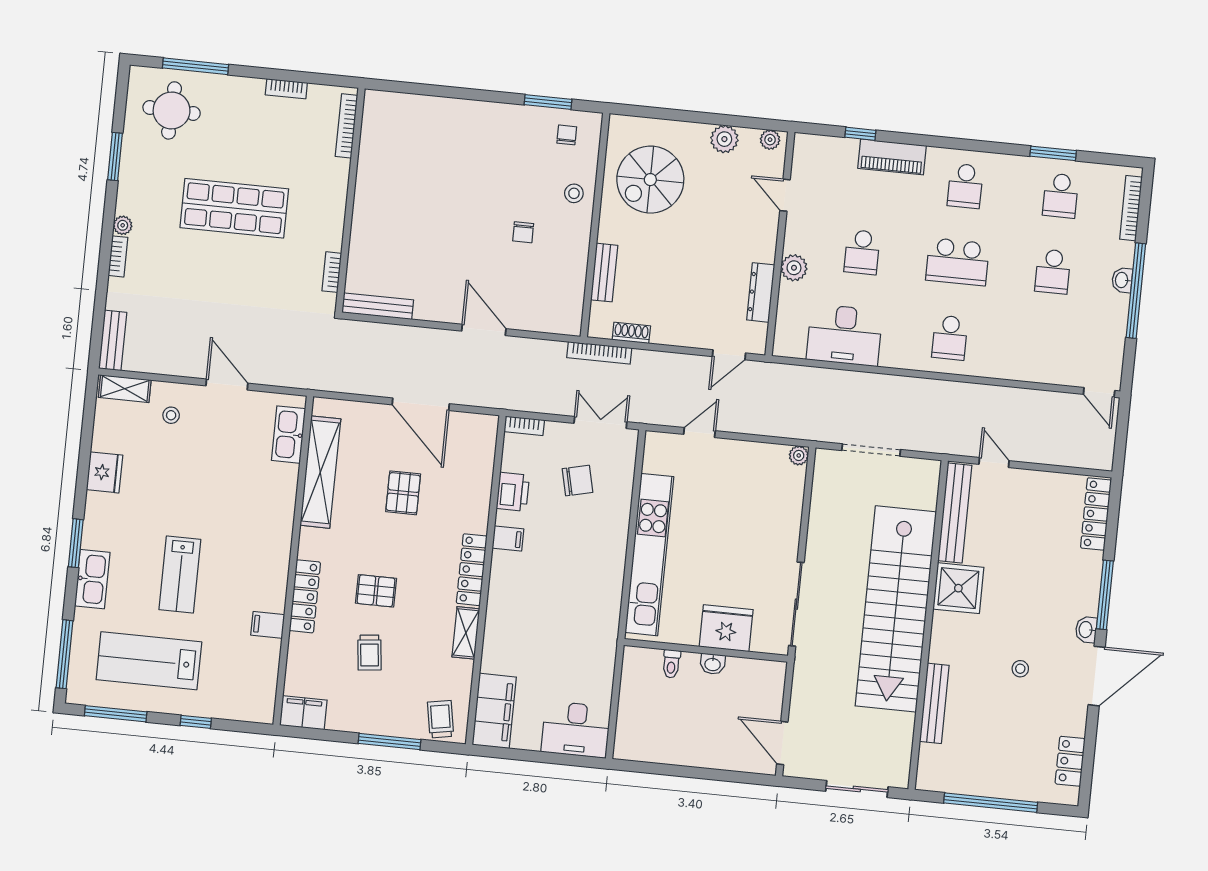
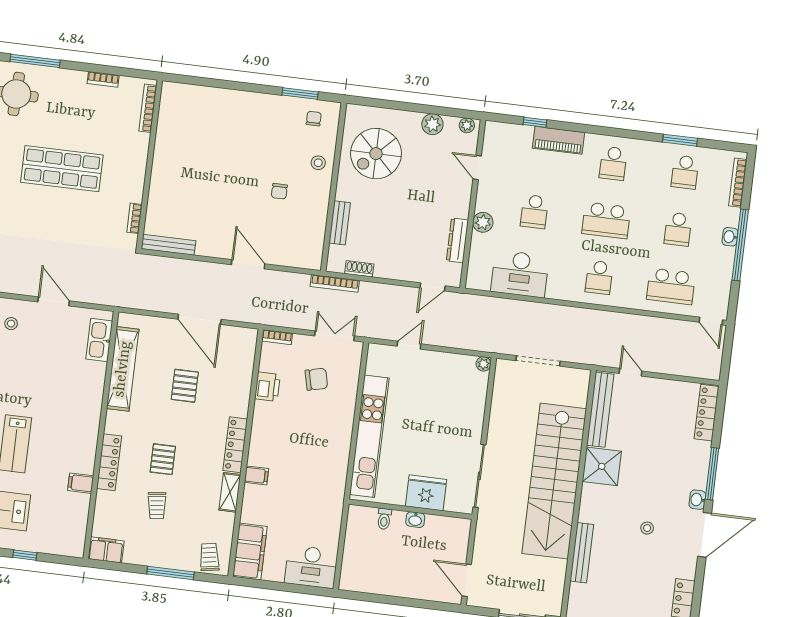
school desk: (1045, 347) -> (671, 286), added
filing cabinet: (508, 539) -> (256, 475), moved
pallet: (376, 591) -> (163, 459), turned 90

